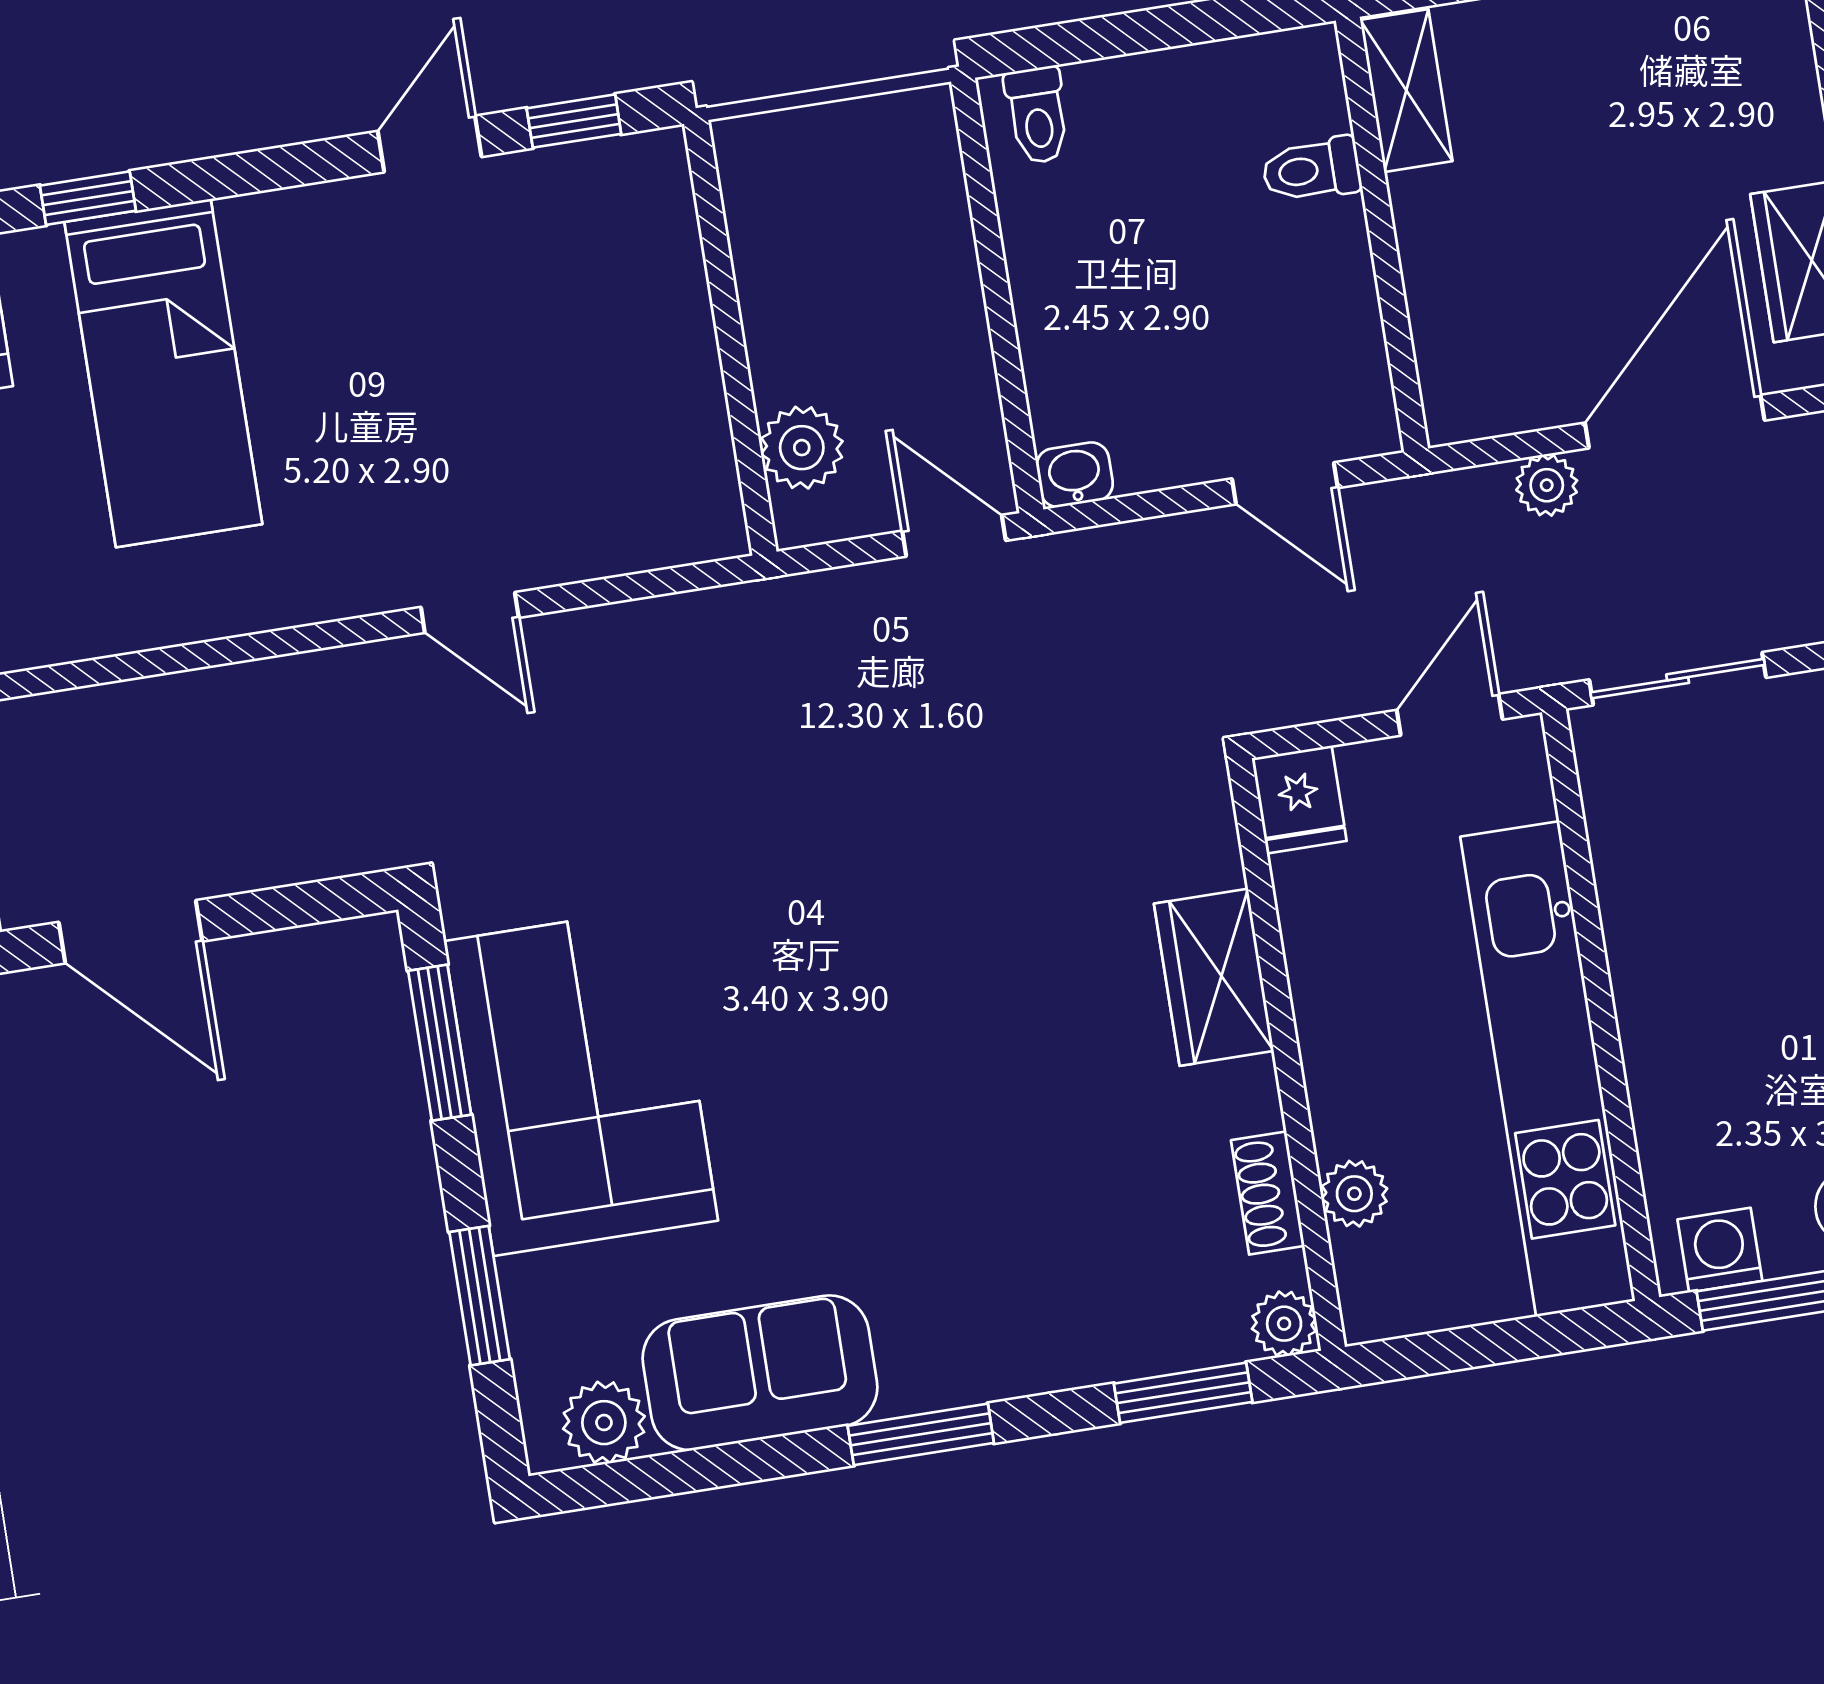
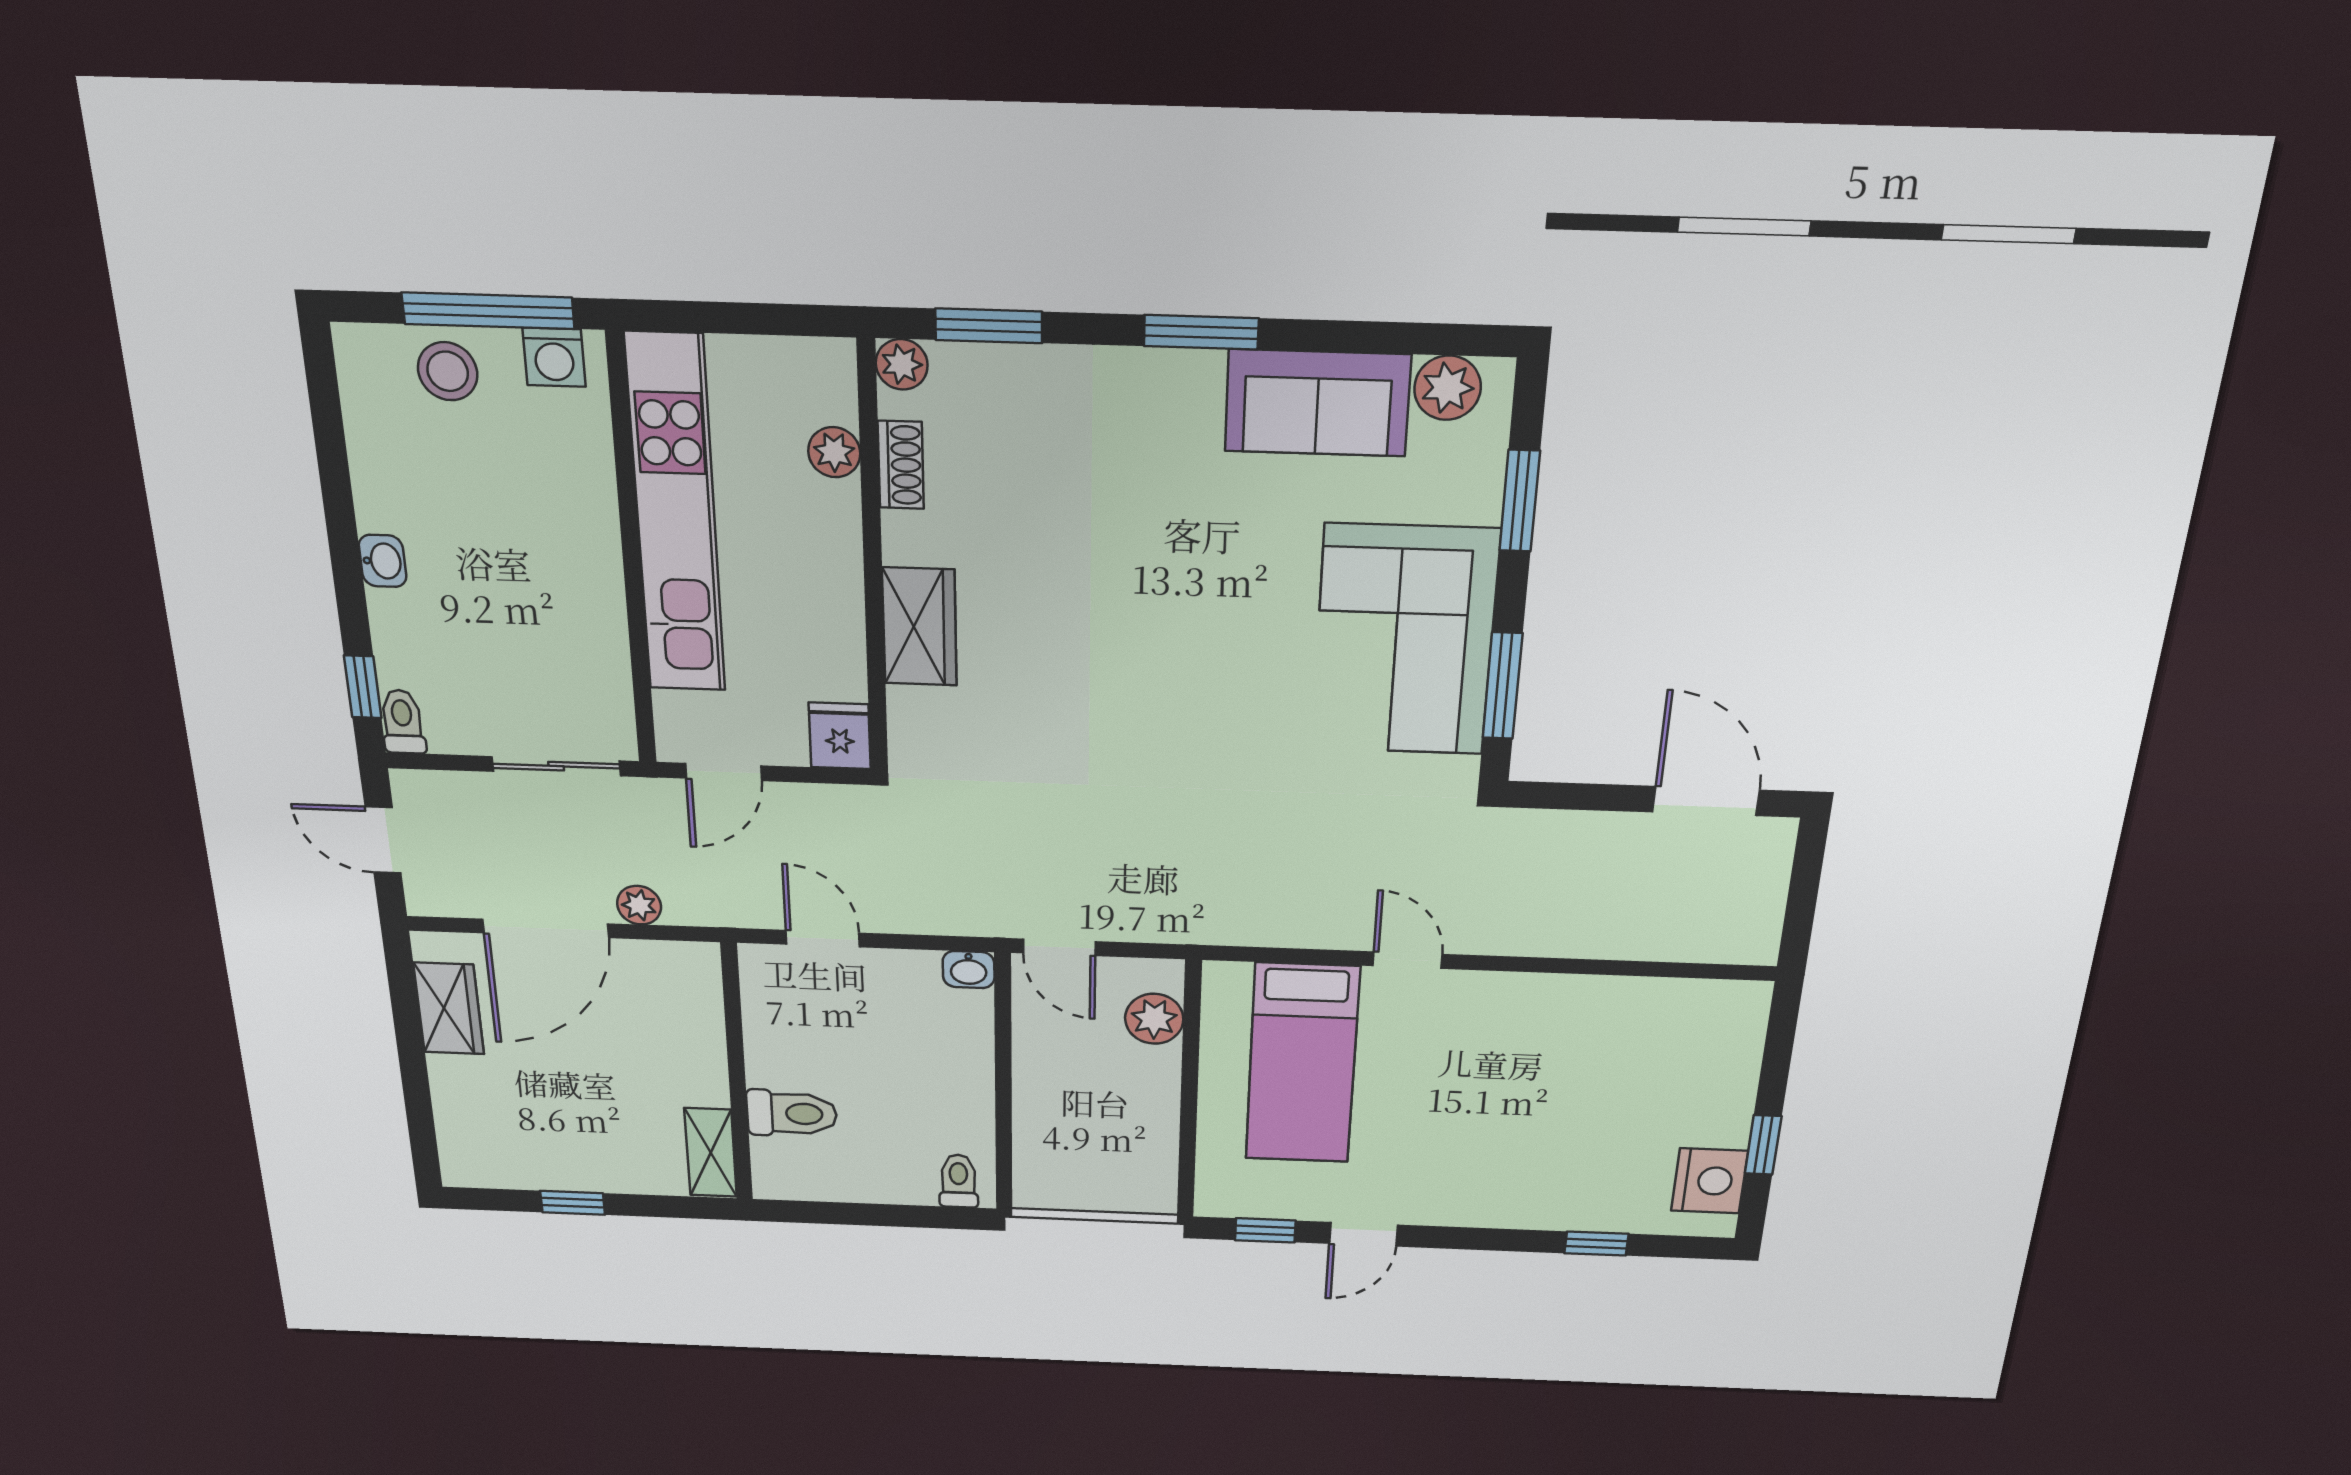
toilet: (1312, 170) -> (792, 1113), width x1.37, depth x1.39
bed: (163, 373) -> (1302, 1064), moved, turned 180

